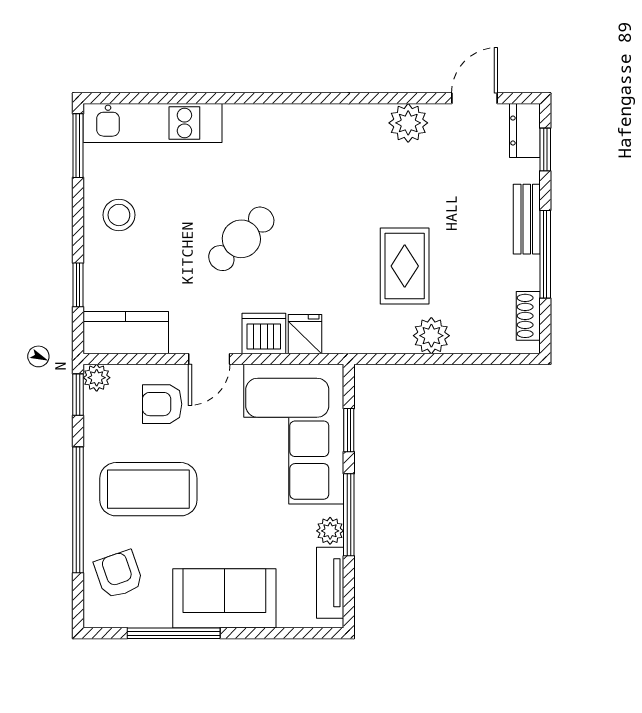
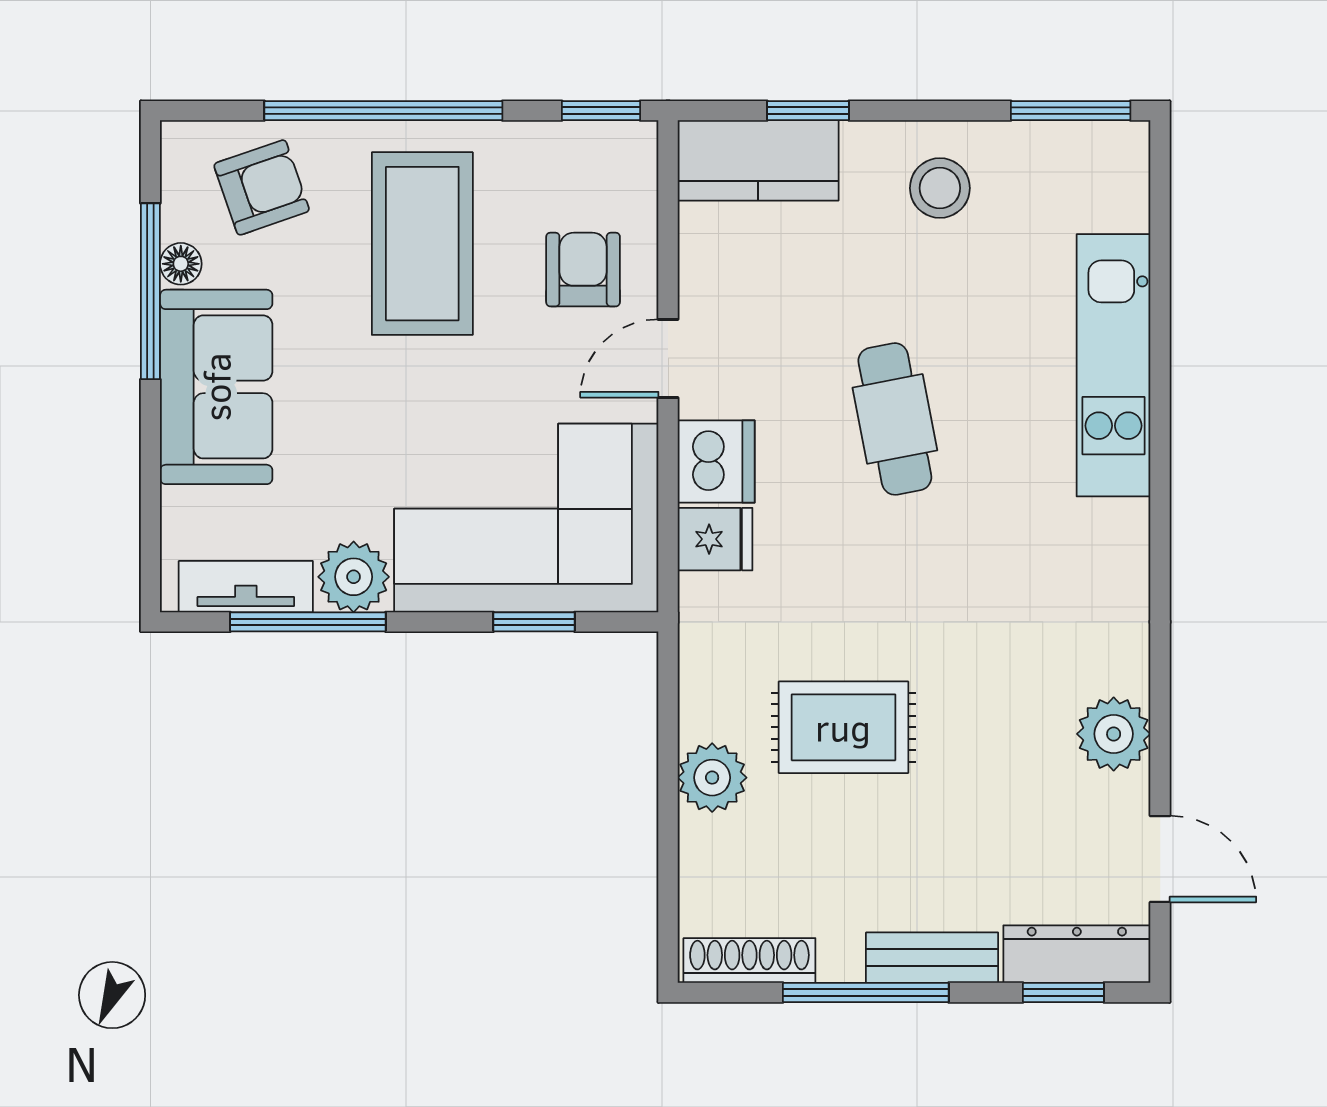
kitchen unit: (152, 123) -> (1114, 365), moved
dresser: (525, 131) -> (1077, 954), width x1.44
cafe table: (241, 239) -> (895, 419), turned 33
shoe rack: (528, 316) -> (749, 960), width x1.43
kitchen counter: (126, 333) -> (758, 160), moved, turned 90
door: (209, 359) -> (668, 358), hinge flipped
plant: (97, 378) -> (633, 146), removed
window: (349, 515) -> (308, 622), moved
plant: (330, 531) -> (354, 577), width x1.38, depth x1.38
floor lamp: (159, 617) -> (181, 264), added

